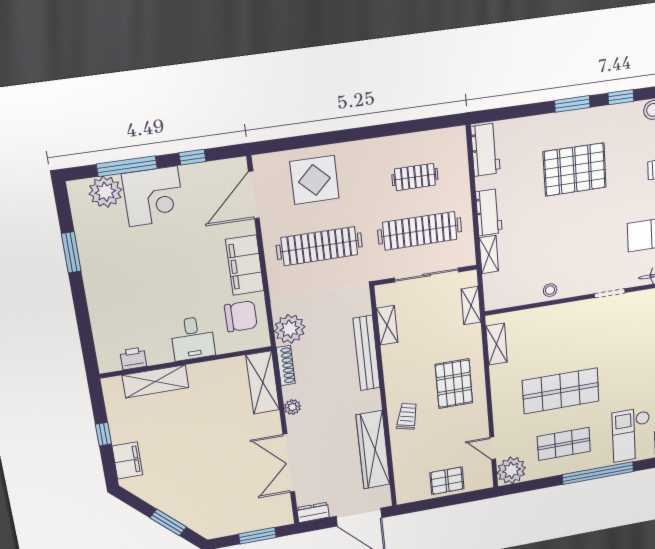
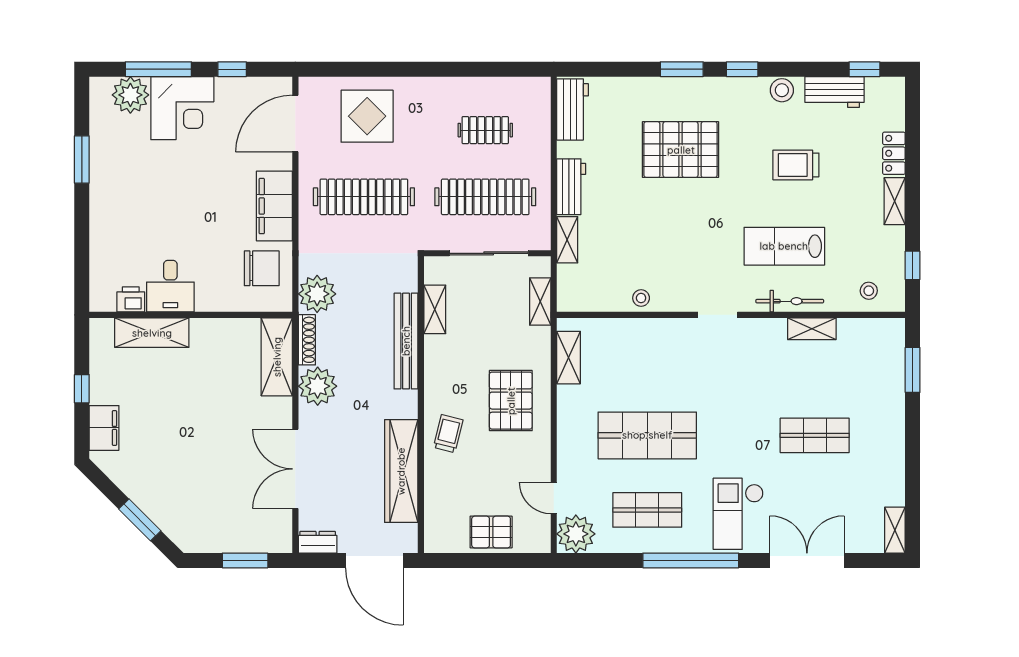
desk: (193, 338) -> (170, 286), moved
plant: (292, 407) -> (318, 386), width x1.87, depth x1.87

